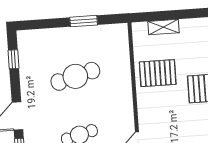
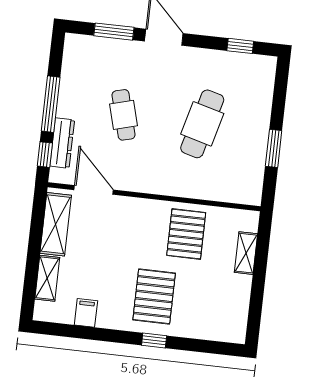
cafe table: (75, 76) -> (202, 124), turned 30

